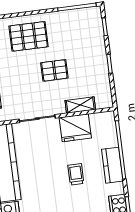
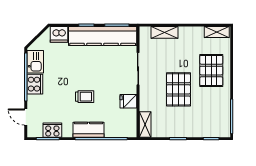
pallet: (54, 70) -> (178, 89), width x1.50, depth x1.42
shelving: (80, 105) -> (145, 124), moved
fridge: (75, 128) -> (128, 101), width x0.53, depth x0.75

